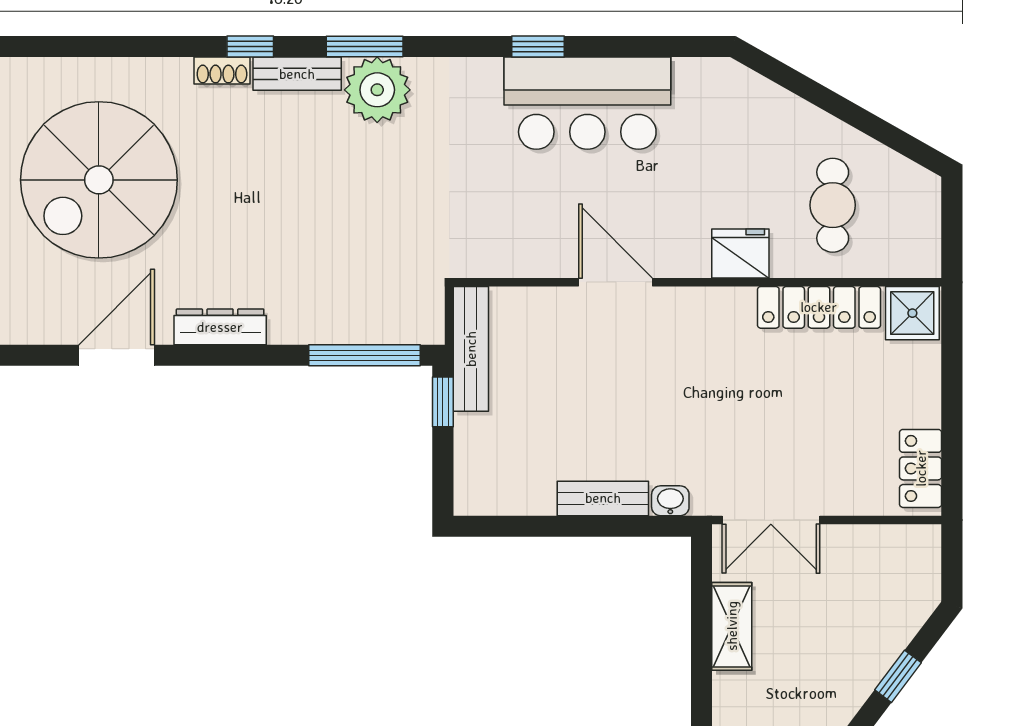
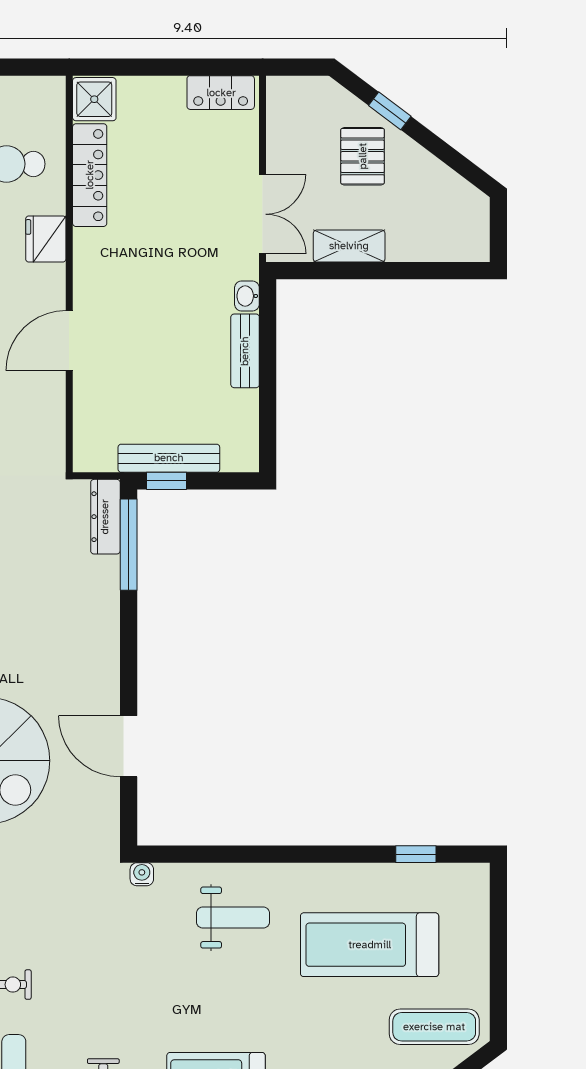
dresser: (220, 327) -> (105, 517), moved
bench: (471, 349) -> (169, 458), moved
pallet: (842, 643) -> (363, 156), added

